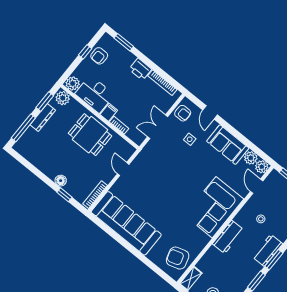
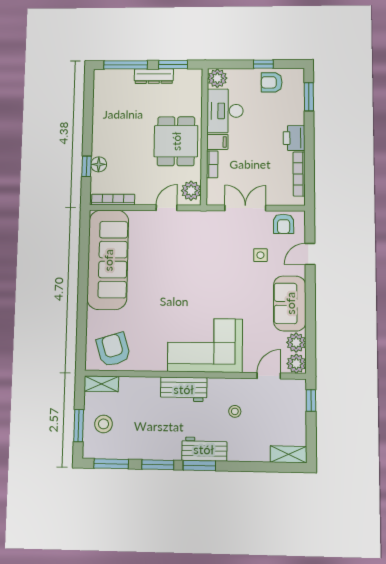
plant: (63, 98) -> (191, 191), moved
floor lamp: (61, 181) -> (99, 164), moved

